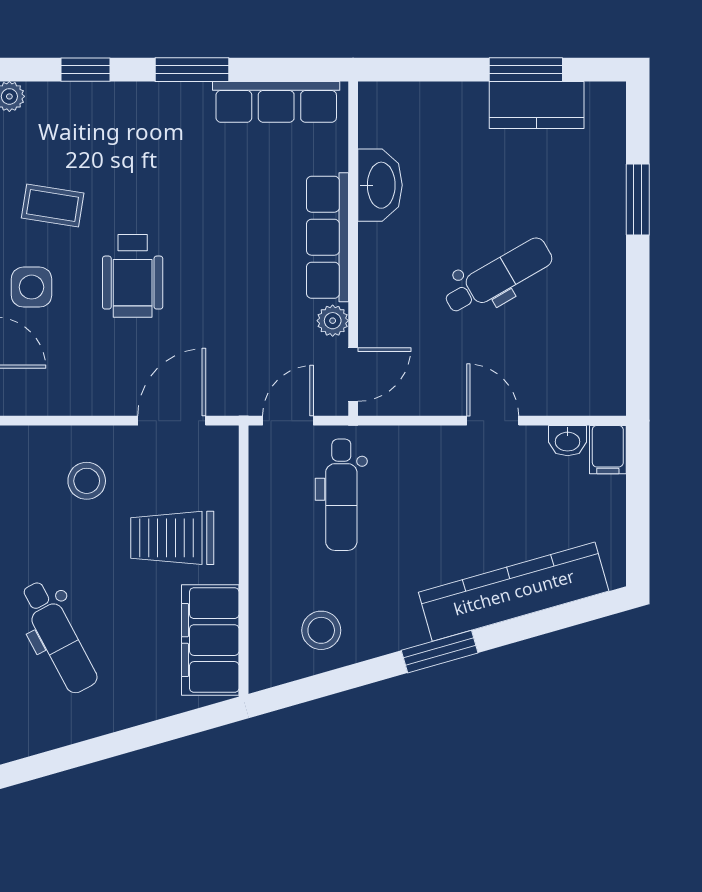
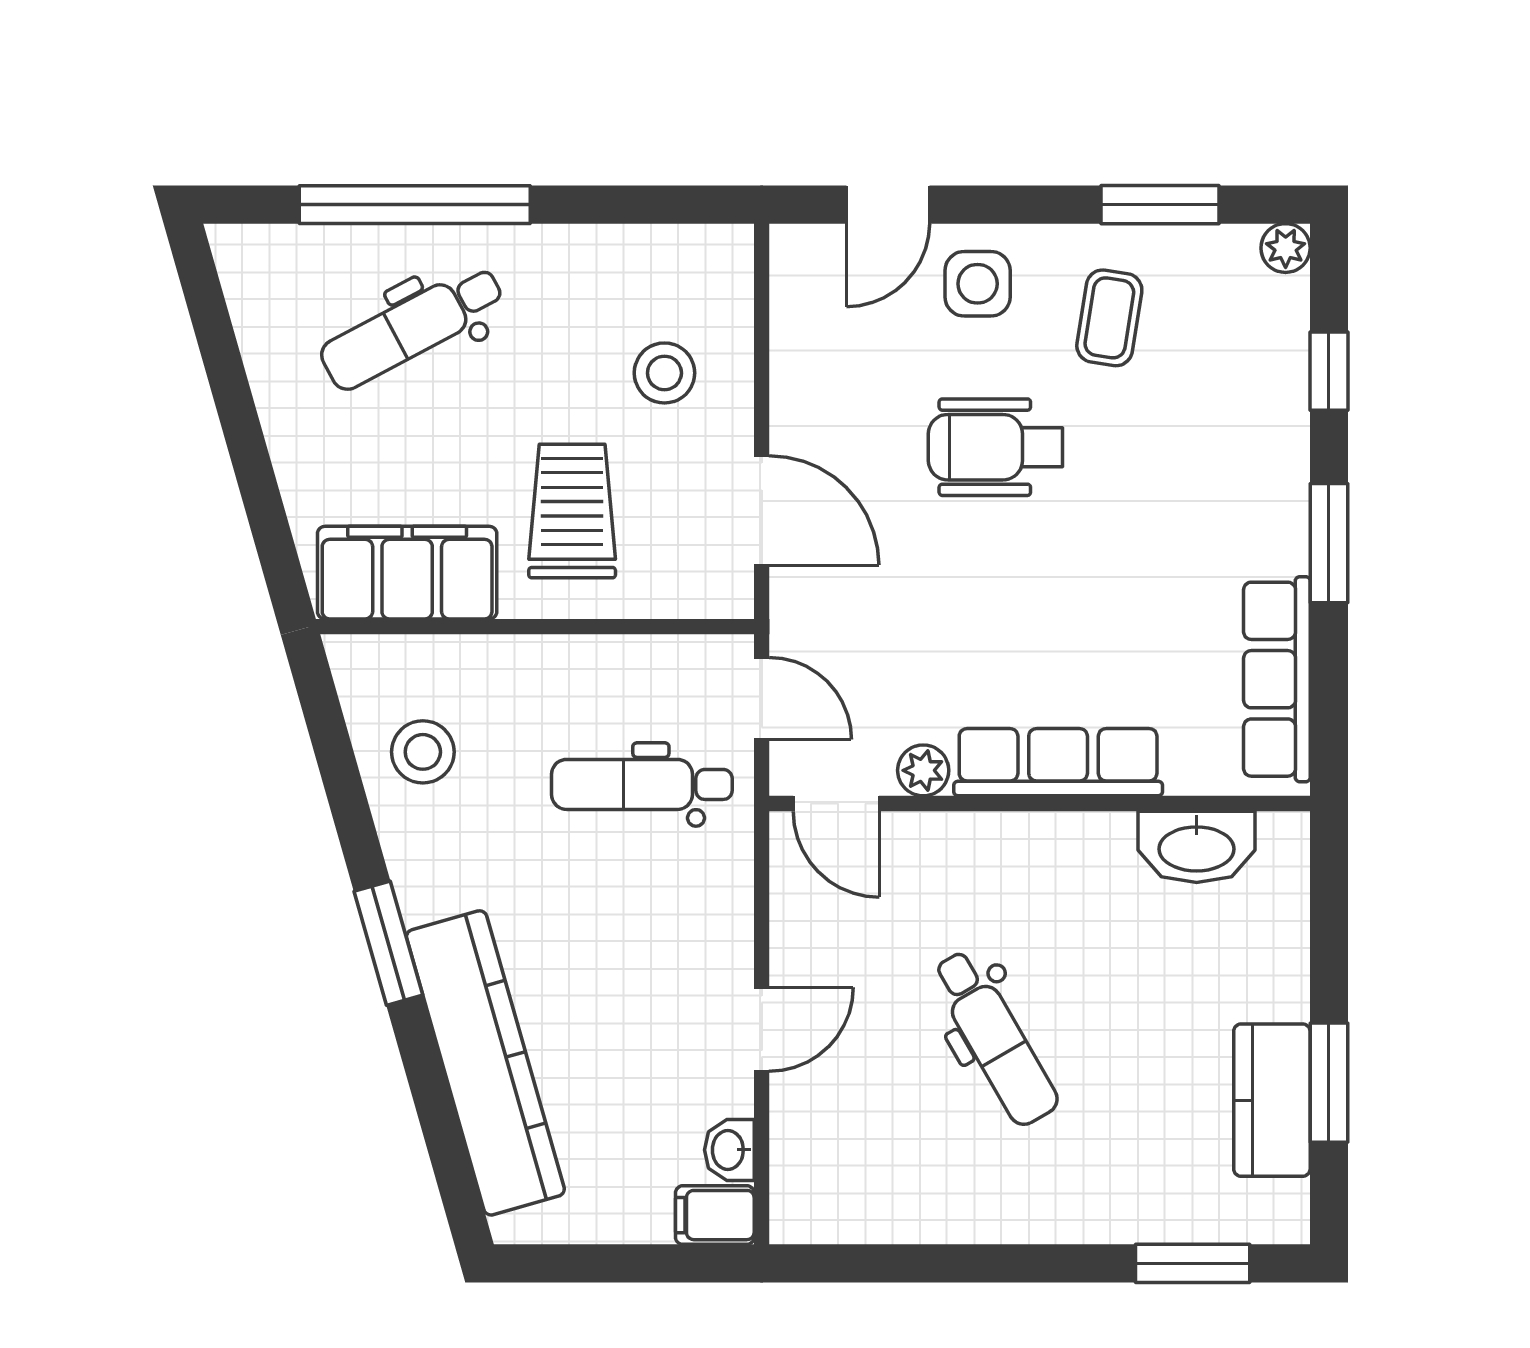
washbasin: (380, 185) -> (1197, 847), moved
window: (638, 200) -> (1193, 1263), moved

